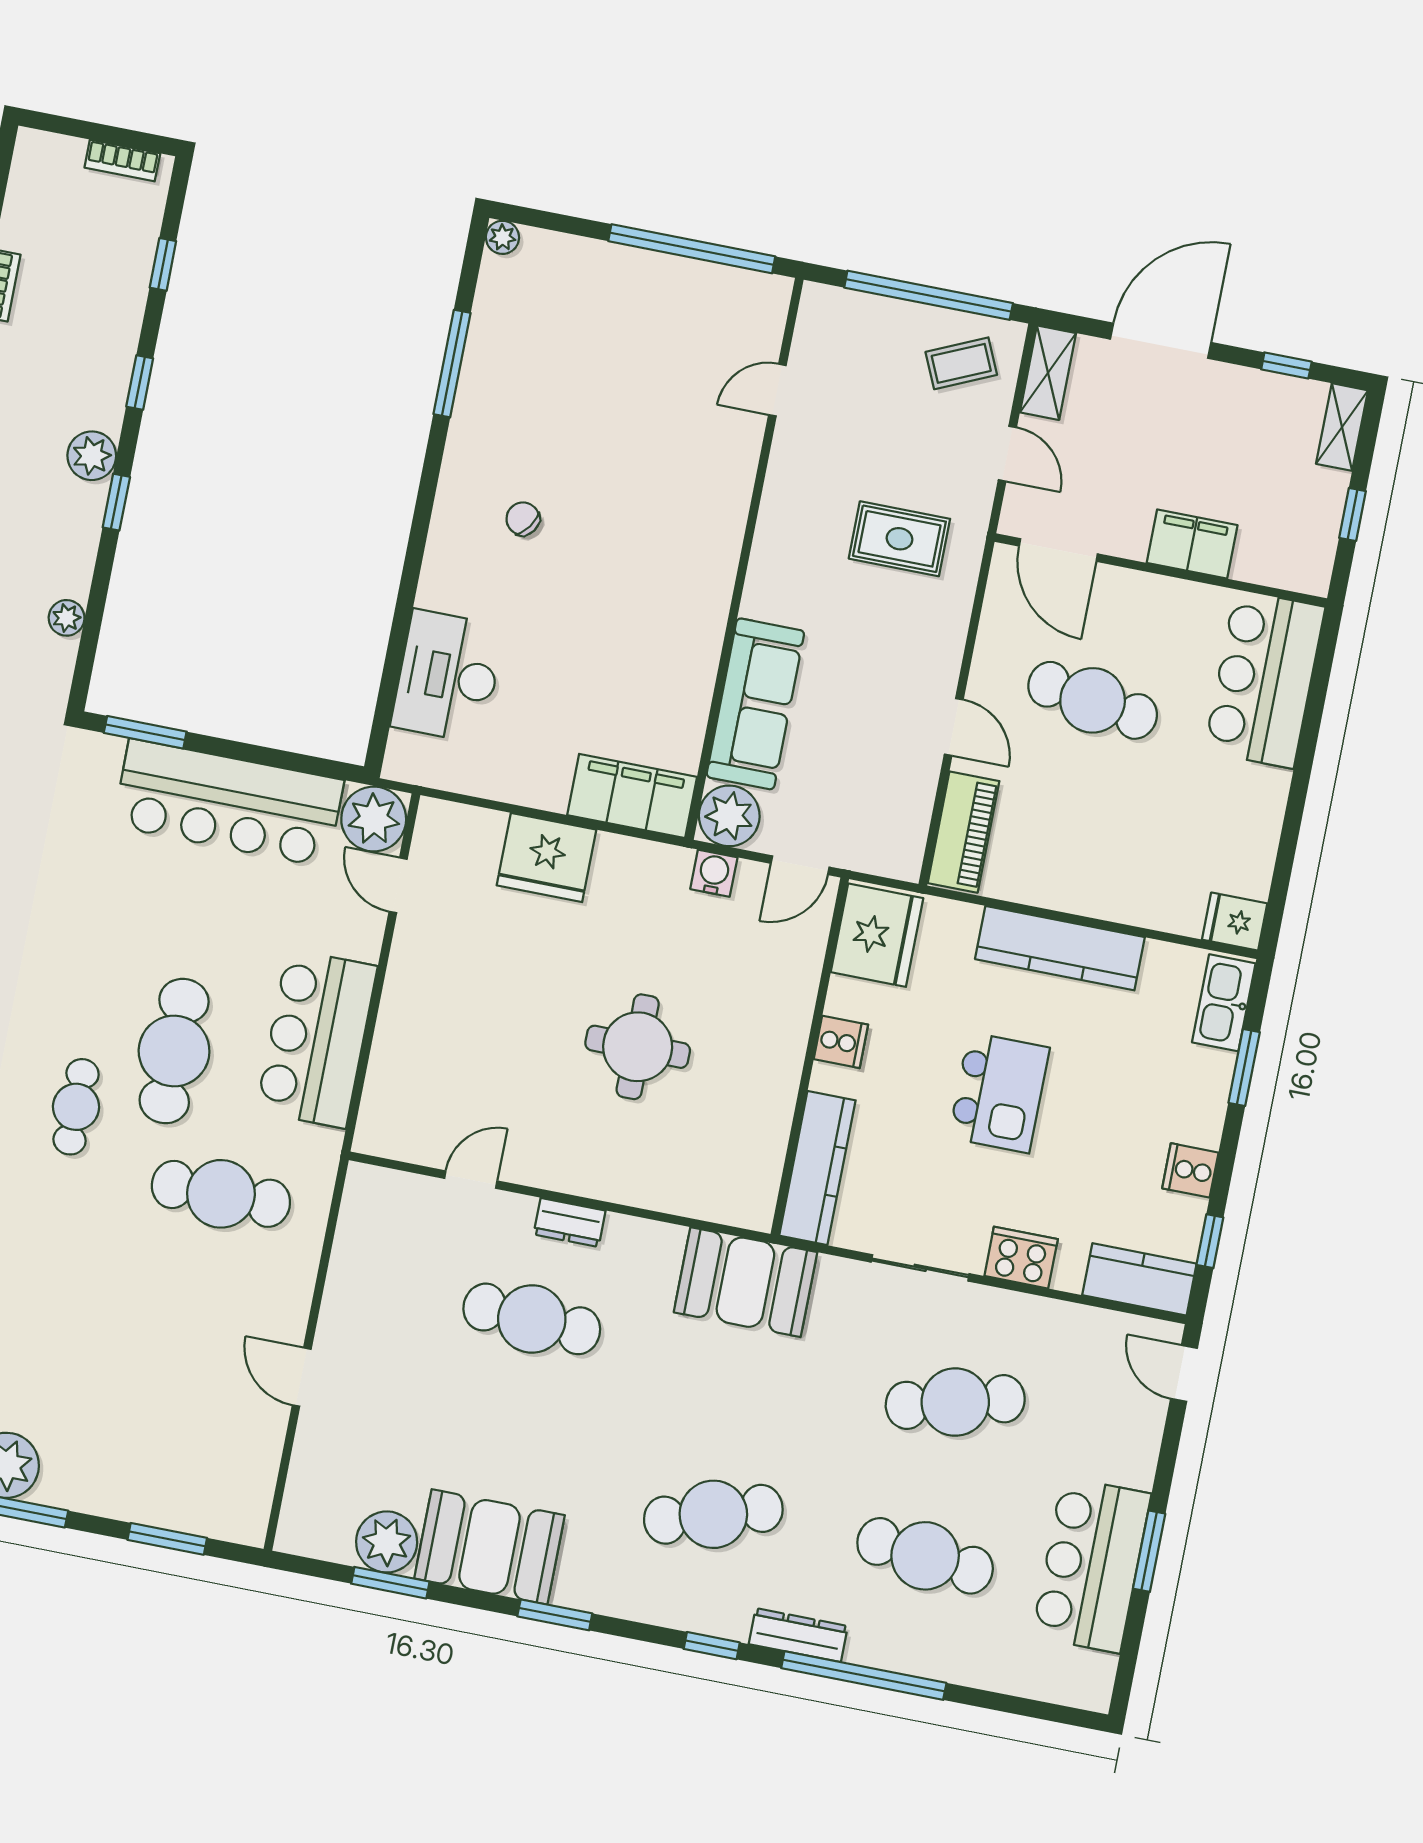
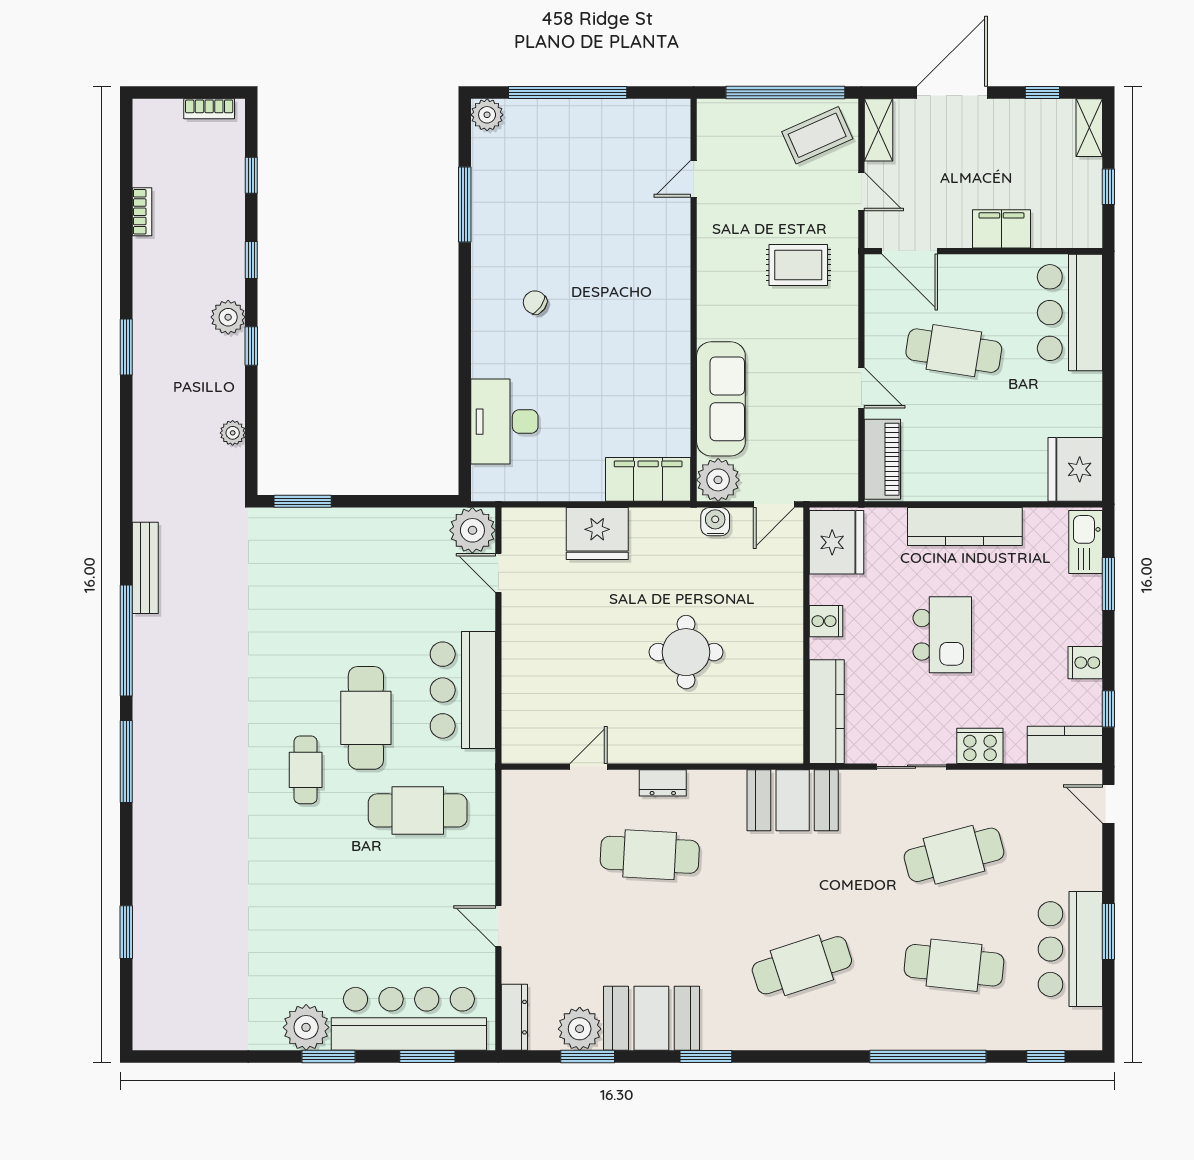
plant: (502, 237) -> (487, 115), width x1.38, depth x1.38
window: (692, 249) -> (568, 93), moved
coffee table: (961, 363) -> (817, 135), width x1.36, depth x1.30
bar counter: (228, 803) -> (409, 1019), moved, turned 180
fridge: (1235, 922) -> (1075, 469), width x1.88, depth x1.34
dresser: (798, 1635) -> (514, 1017), moved, turned 90
window: (712, 1646) -> (1046, 1056), moved

